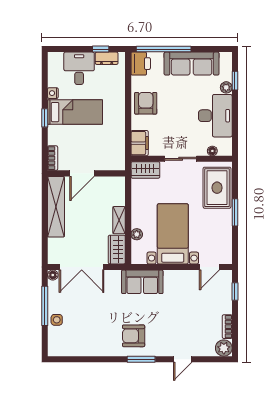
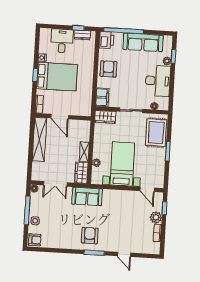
bed: (75, 112) -> (57, 77), width x1.50
door: (82, 173) -> (60, 117), hinge flipped
double door: (82, 267) -> (55, 184), width x0.73
door: (209, 267) -> (147, 189), hinge flipped
sofa: (142, 282) -> (87, 196), moved
armchair: (134, 336) -> (90, 236), turned 90
armchair: (58, 346) -> (35, 240), added
plant: (224, 348) -> (156, 217), moved
door: (183, 359) -> (124, 254), hinge flipped

